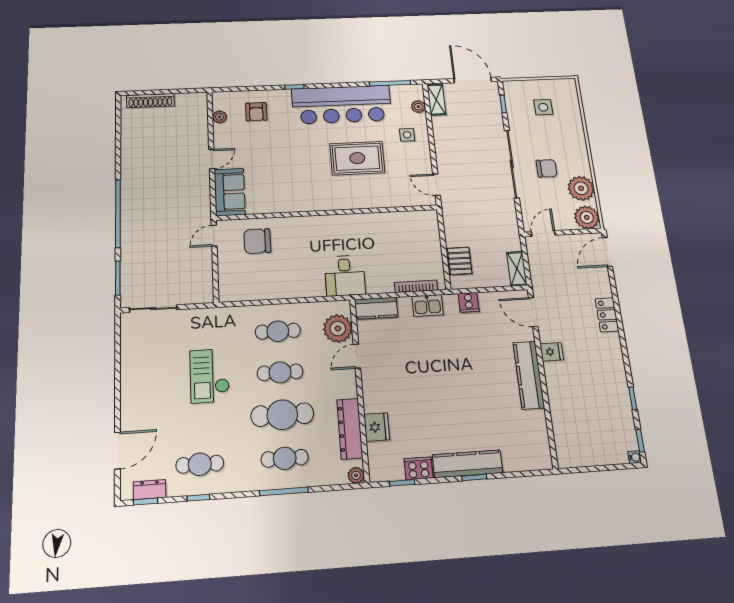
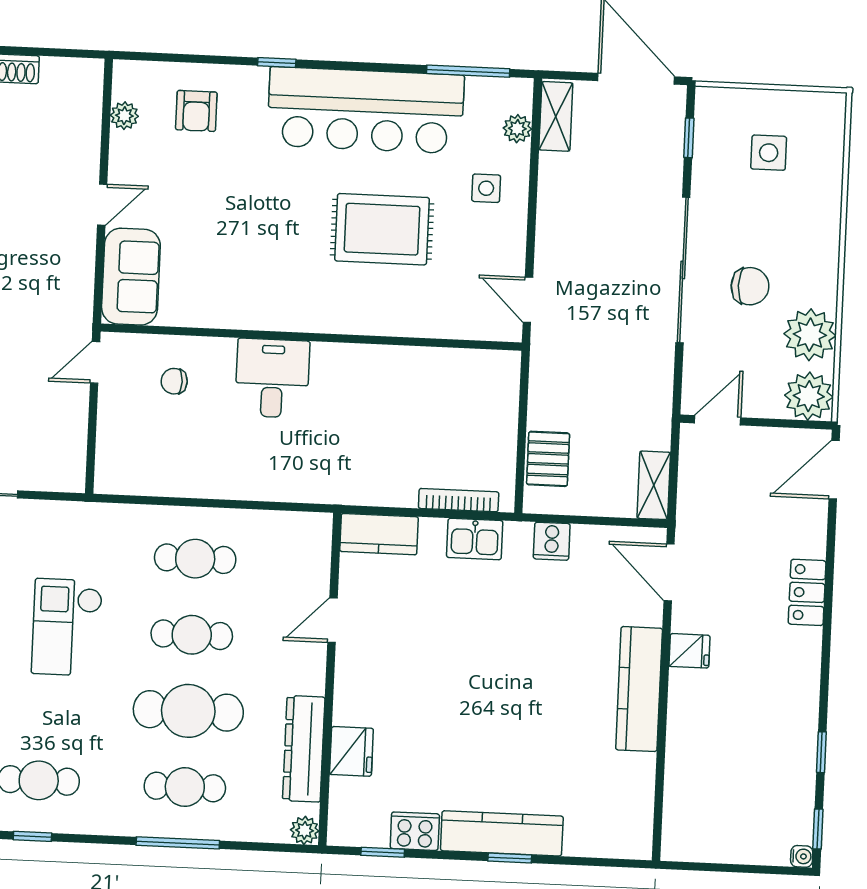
chair: (257, 241) -> (174, 381), width x0.54, depth x0.54
desk: (345, 276) -> (272, 378), moved, turned 180
plant: (338, 328) -> (304, 565), removed

